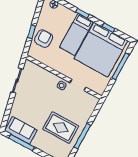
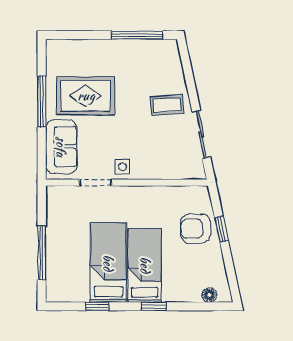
armchair: (44, 39) -> (195, 229), turned 90
bed: (101, 50) -> (108, 263), width x0.49
coffee table: (25, 103) -> (167, 105), added
sofa: (21, 130) -> (61, 147), moved, turned -90

